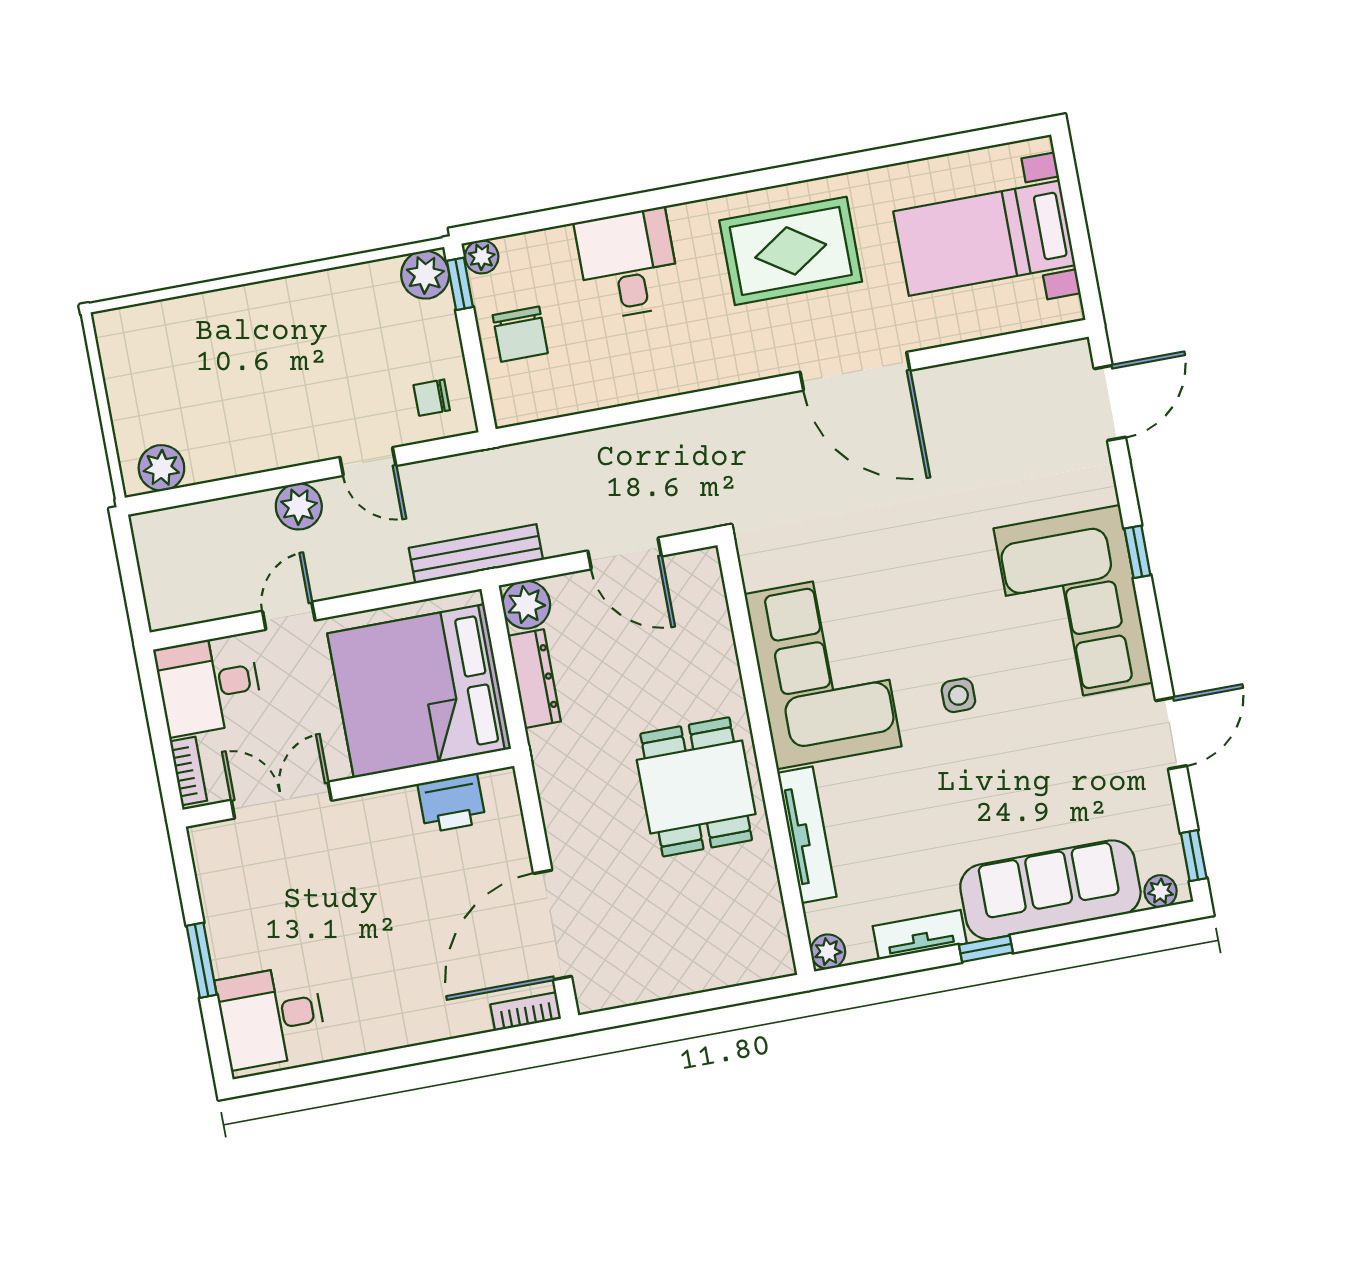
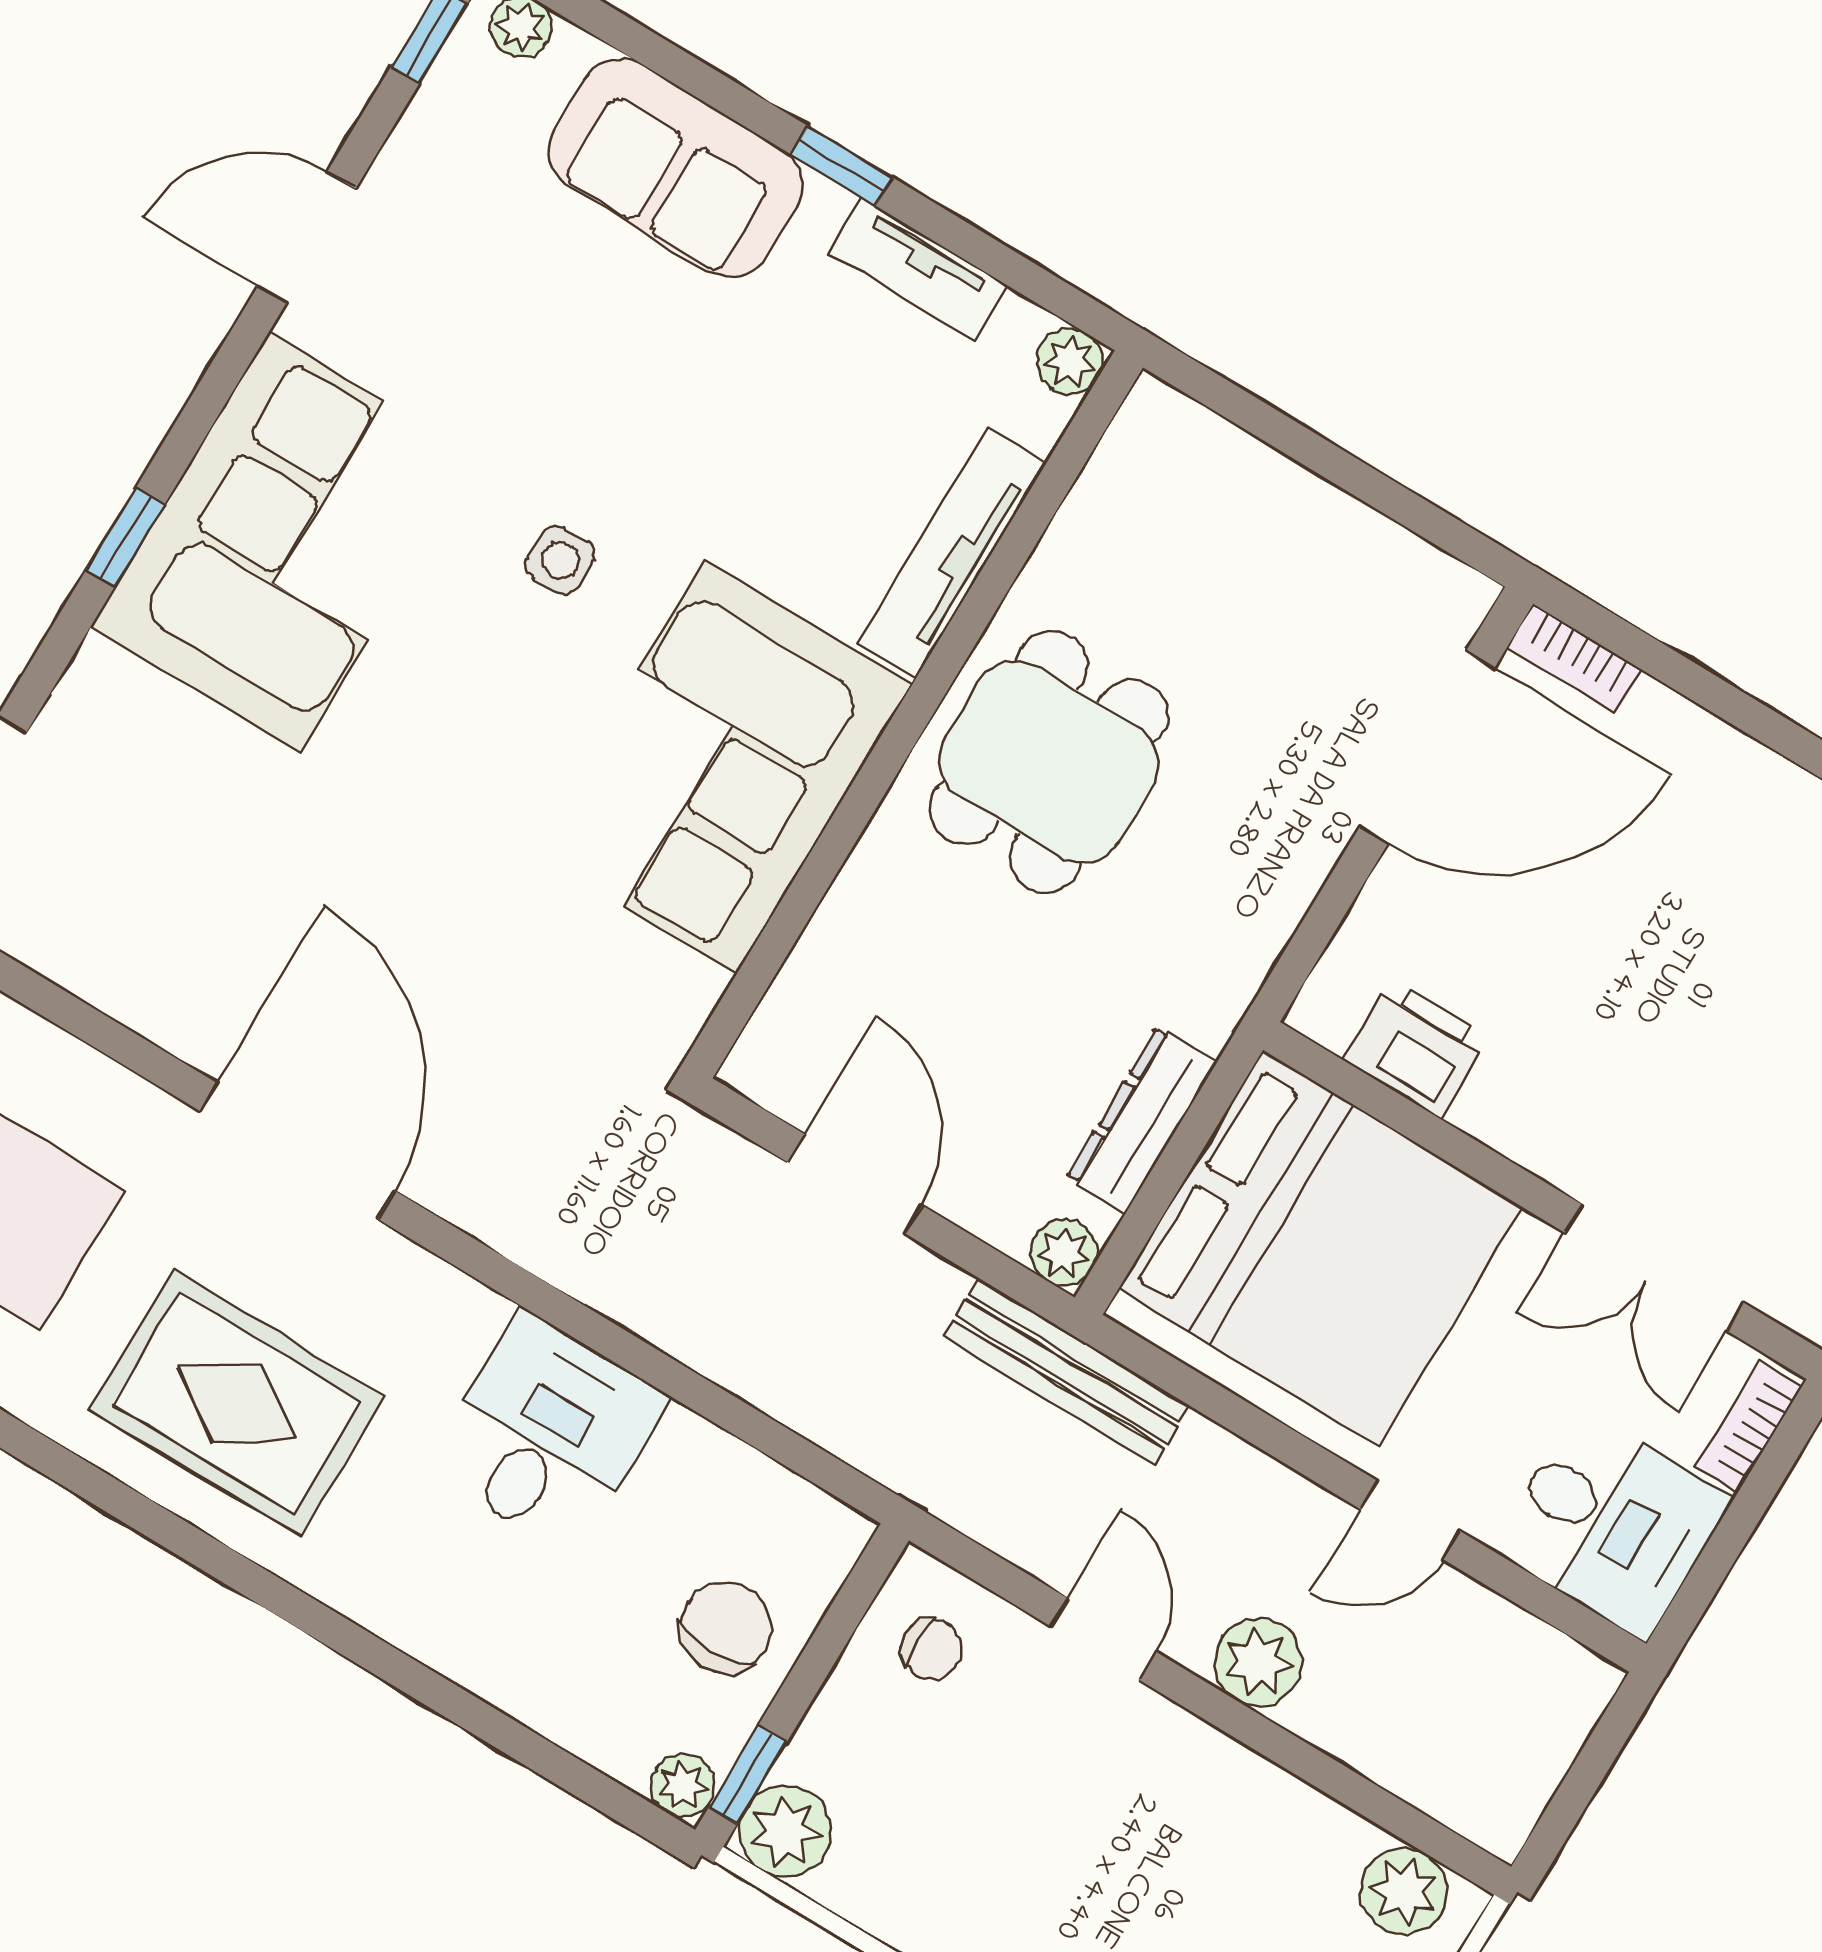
desk: (628, 264) -> (547, 1433), moved, turned 180
plant: (526, 605) -> (1064, 1252), width x0.73, depth x0.73
sofa: (1050, 890) -> (676, 168), width x0.73

